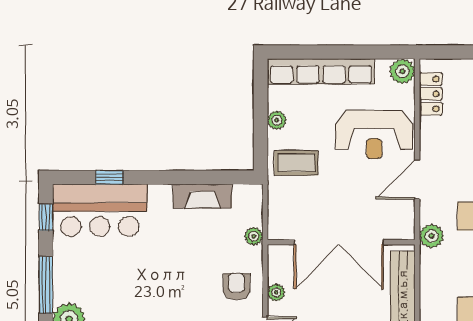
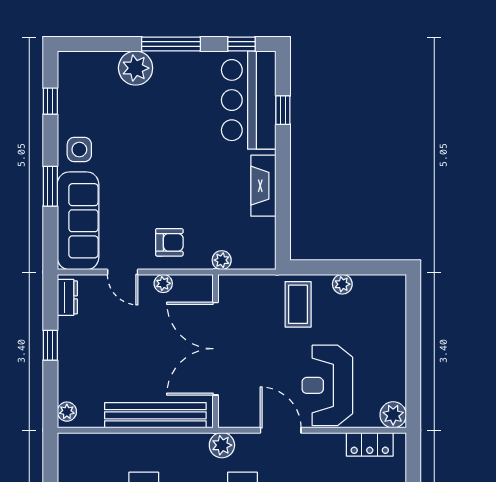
row of seats: (321, 71) -> (393, 330), removed
fireplace: (202, 196) -> (263, 186), moved

